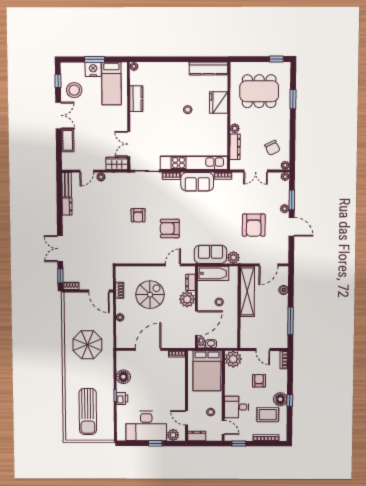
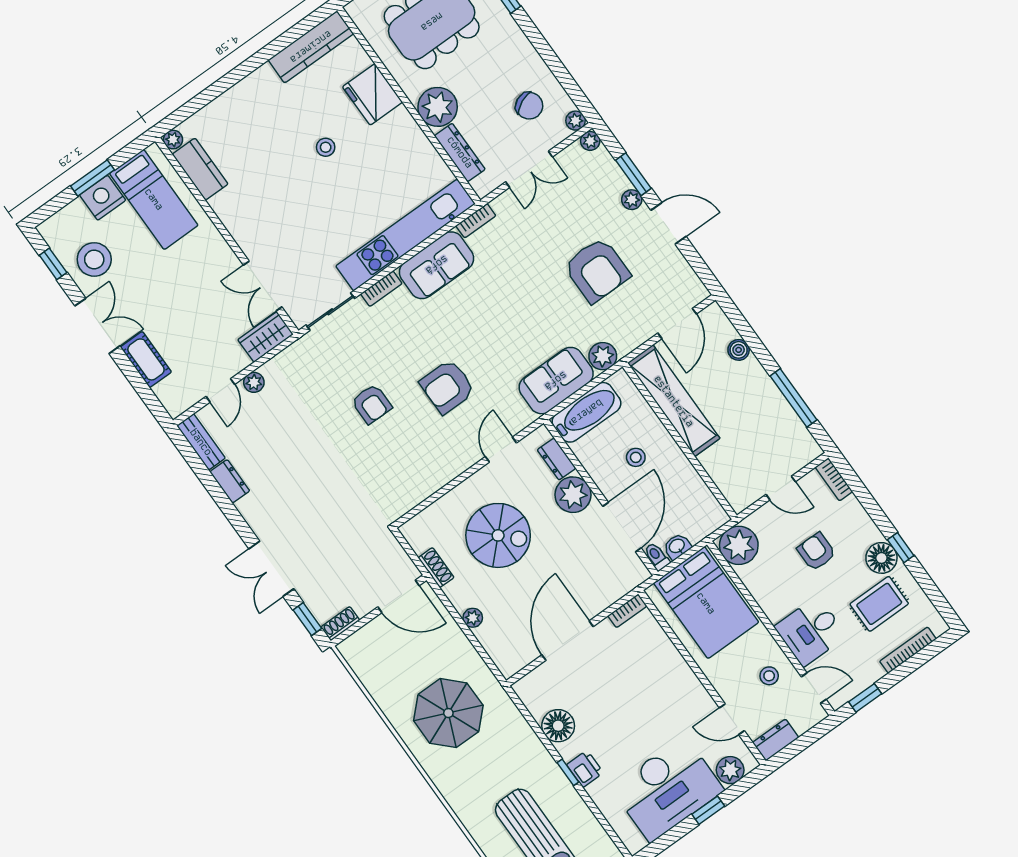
kitchen counter: (136, 99) -> (200, 169), moved
plant: (235, 128) -> (438, 107), width x1.87, depth x1.87
spiral stairs: (150, 295) -> (498, 535), turned 90

